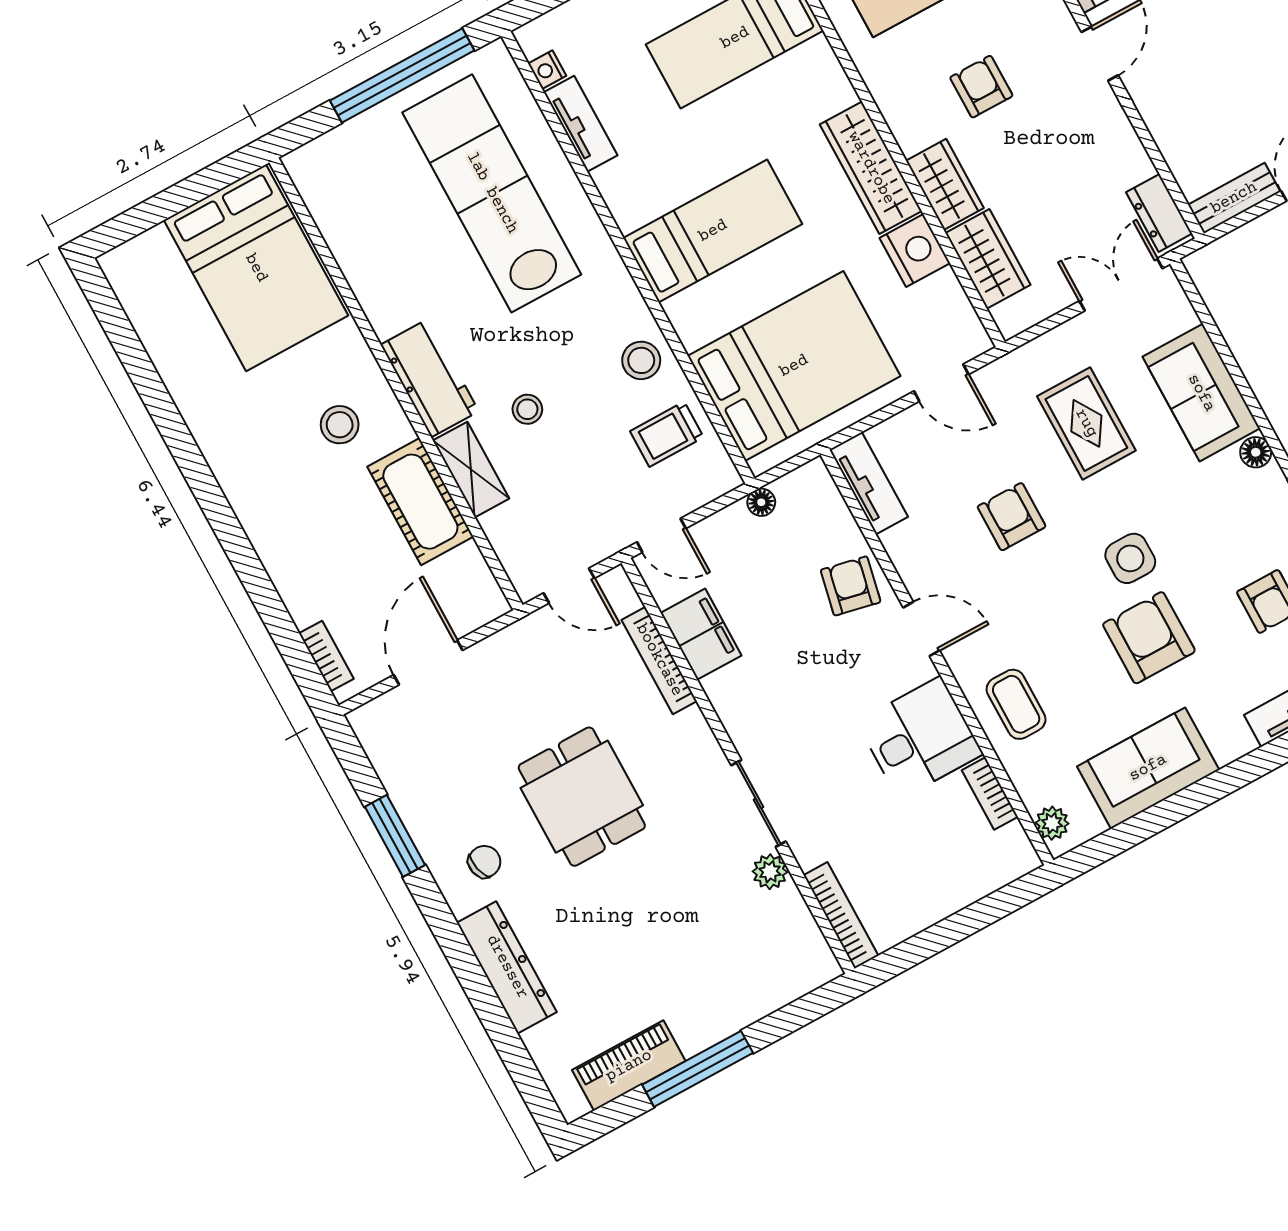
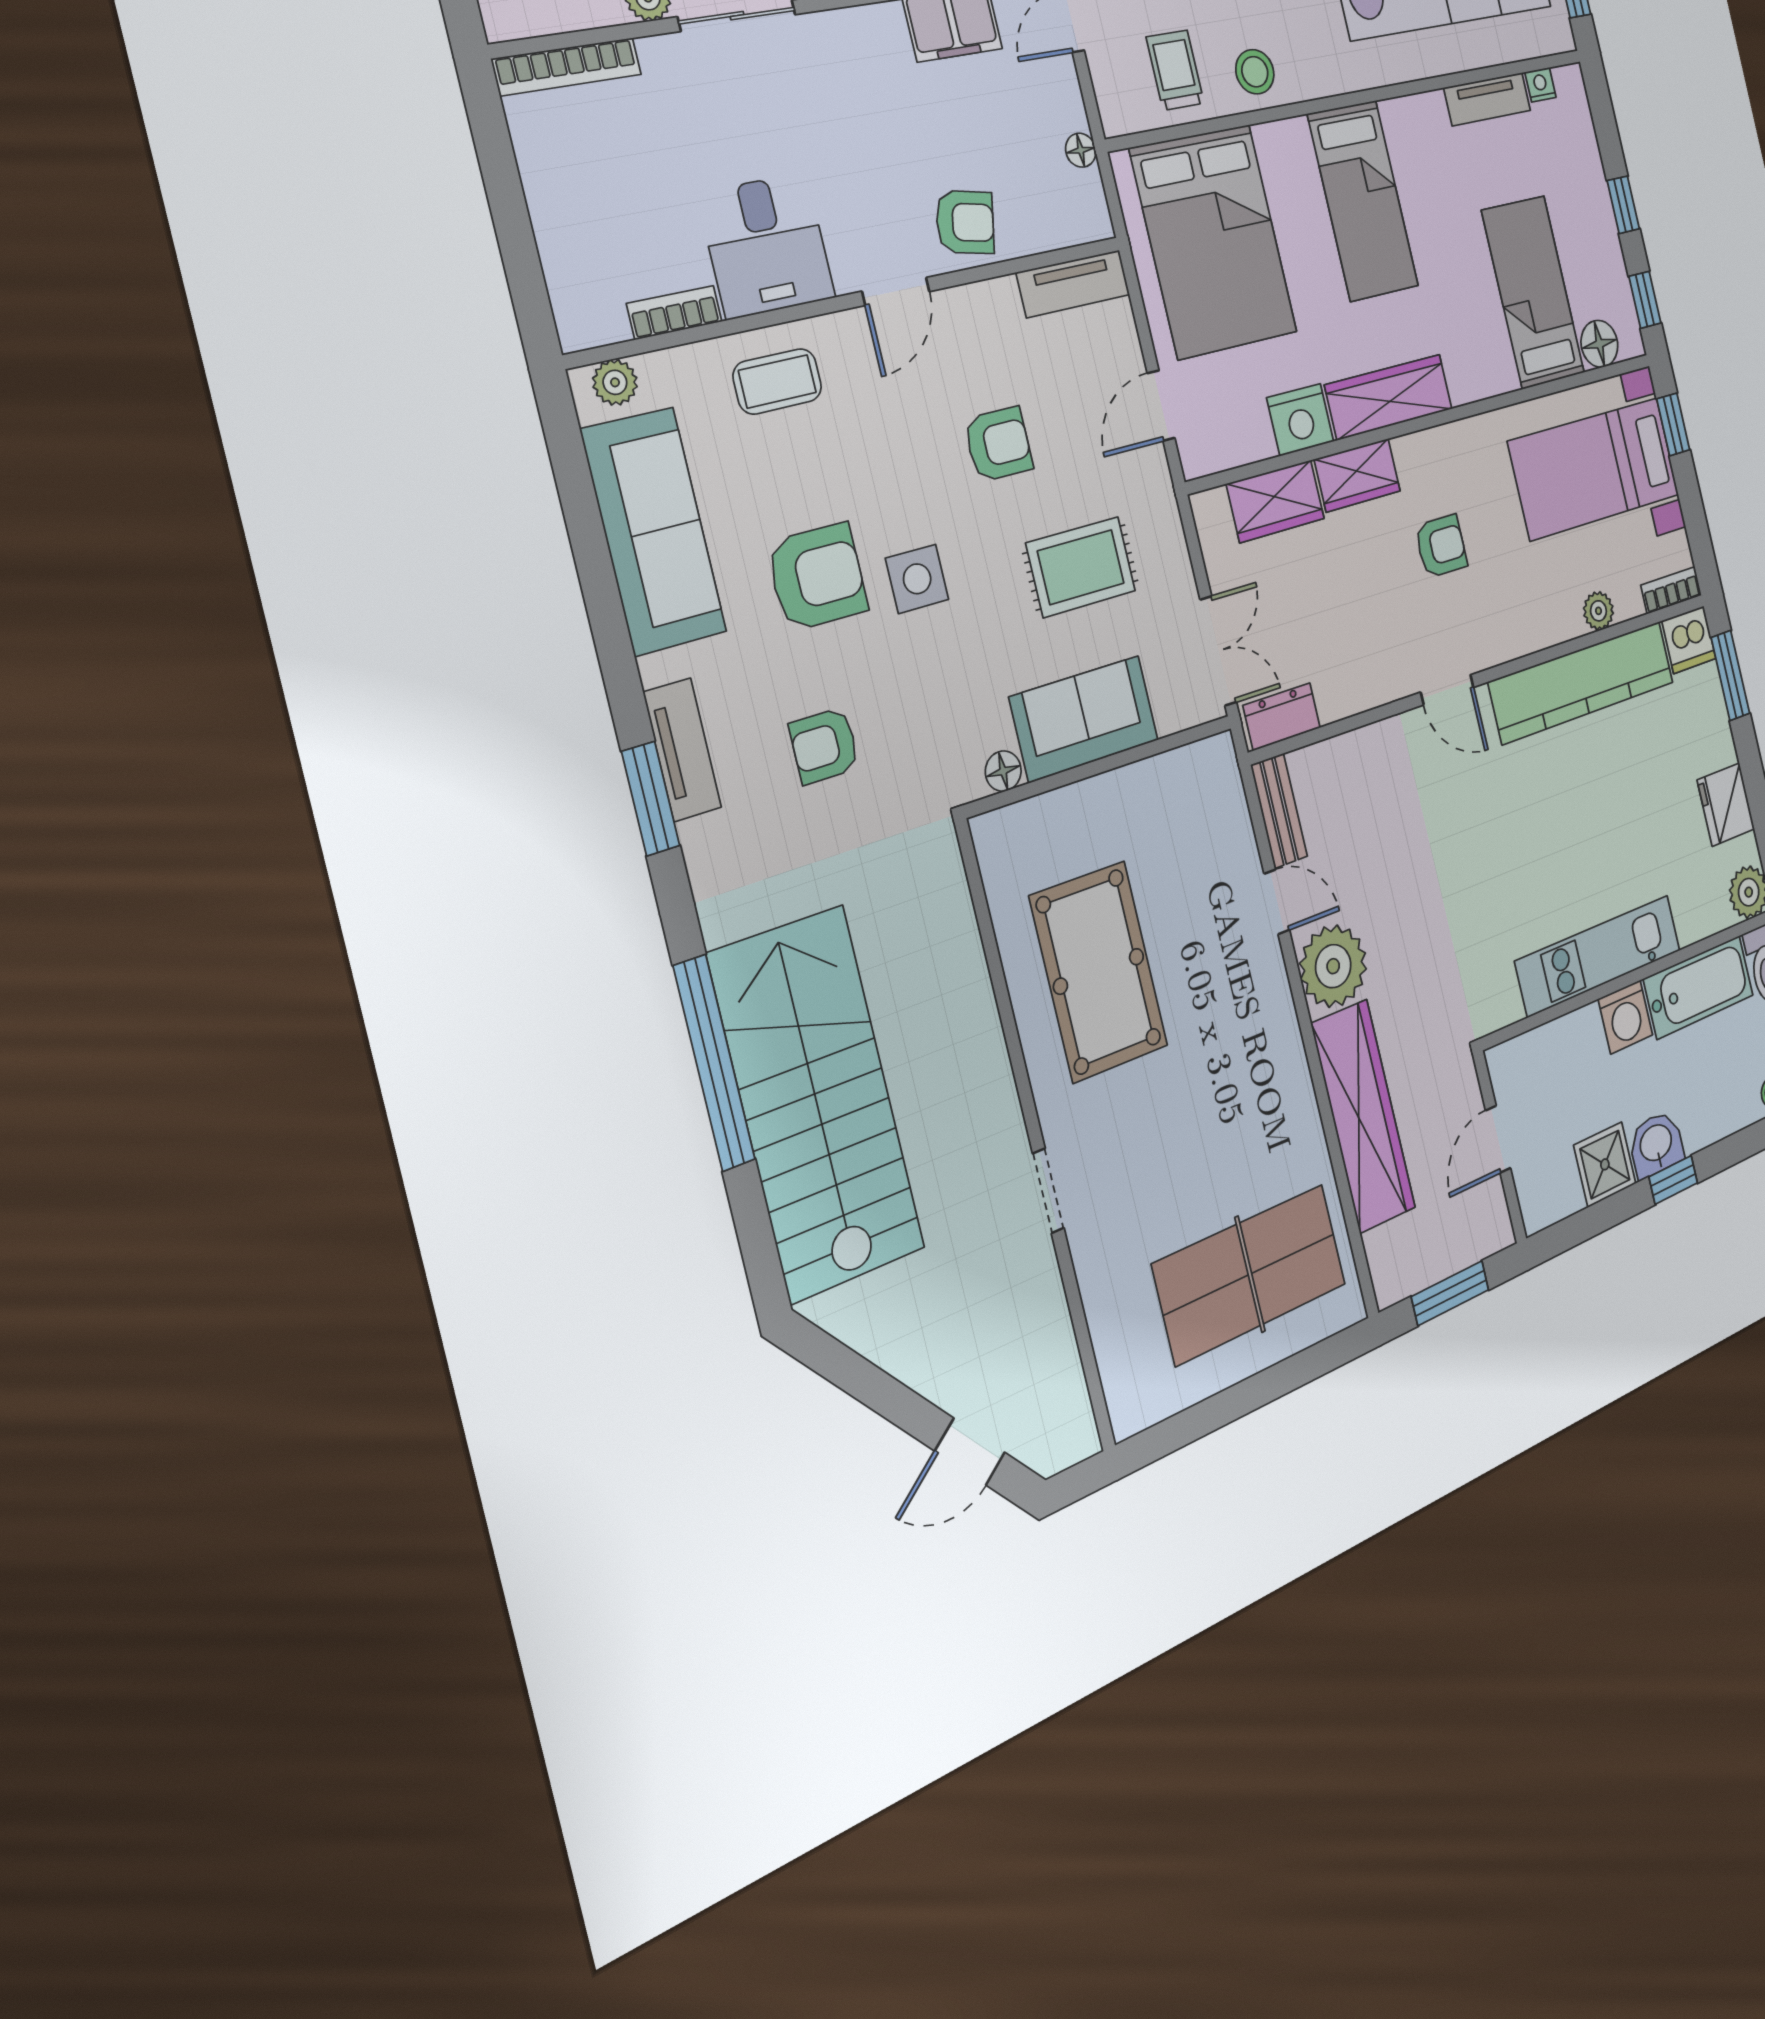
sofa: (1148, 768) -> (654, 531), width x1.36

